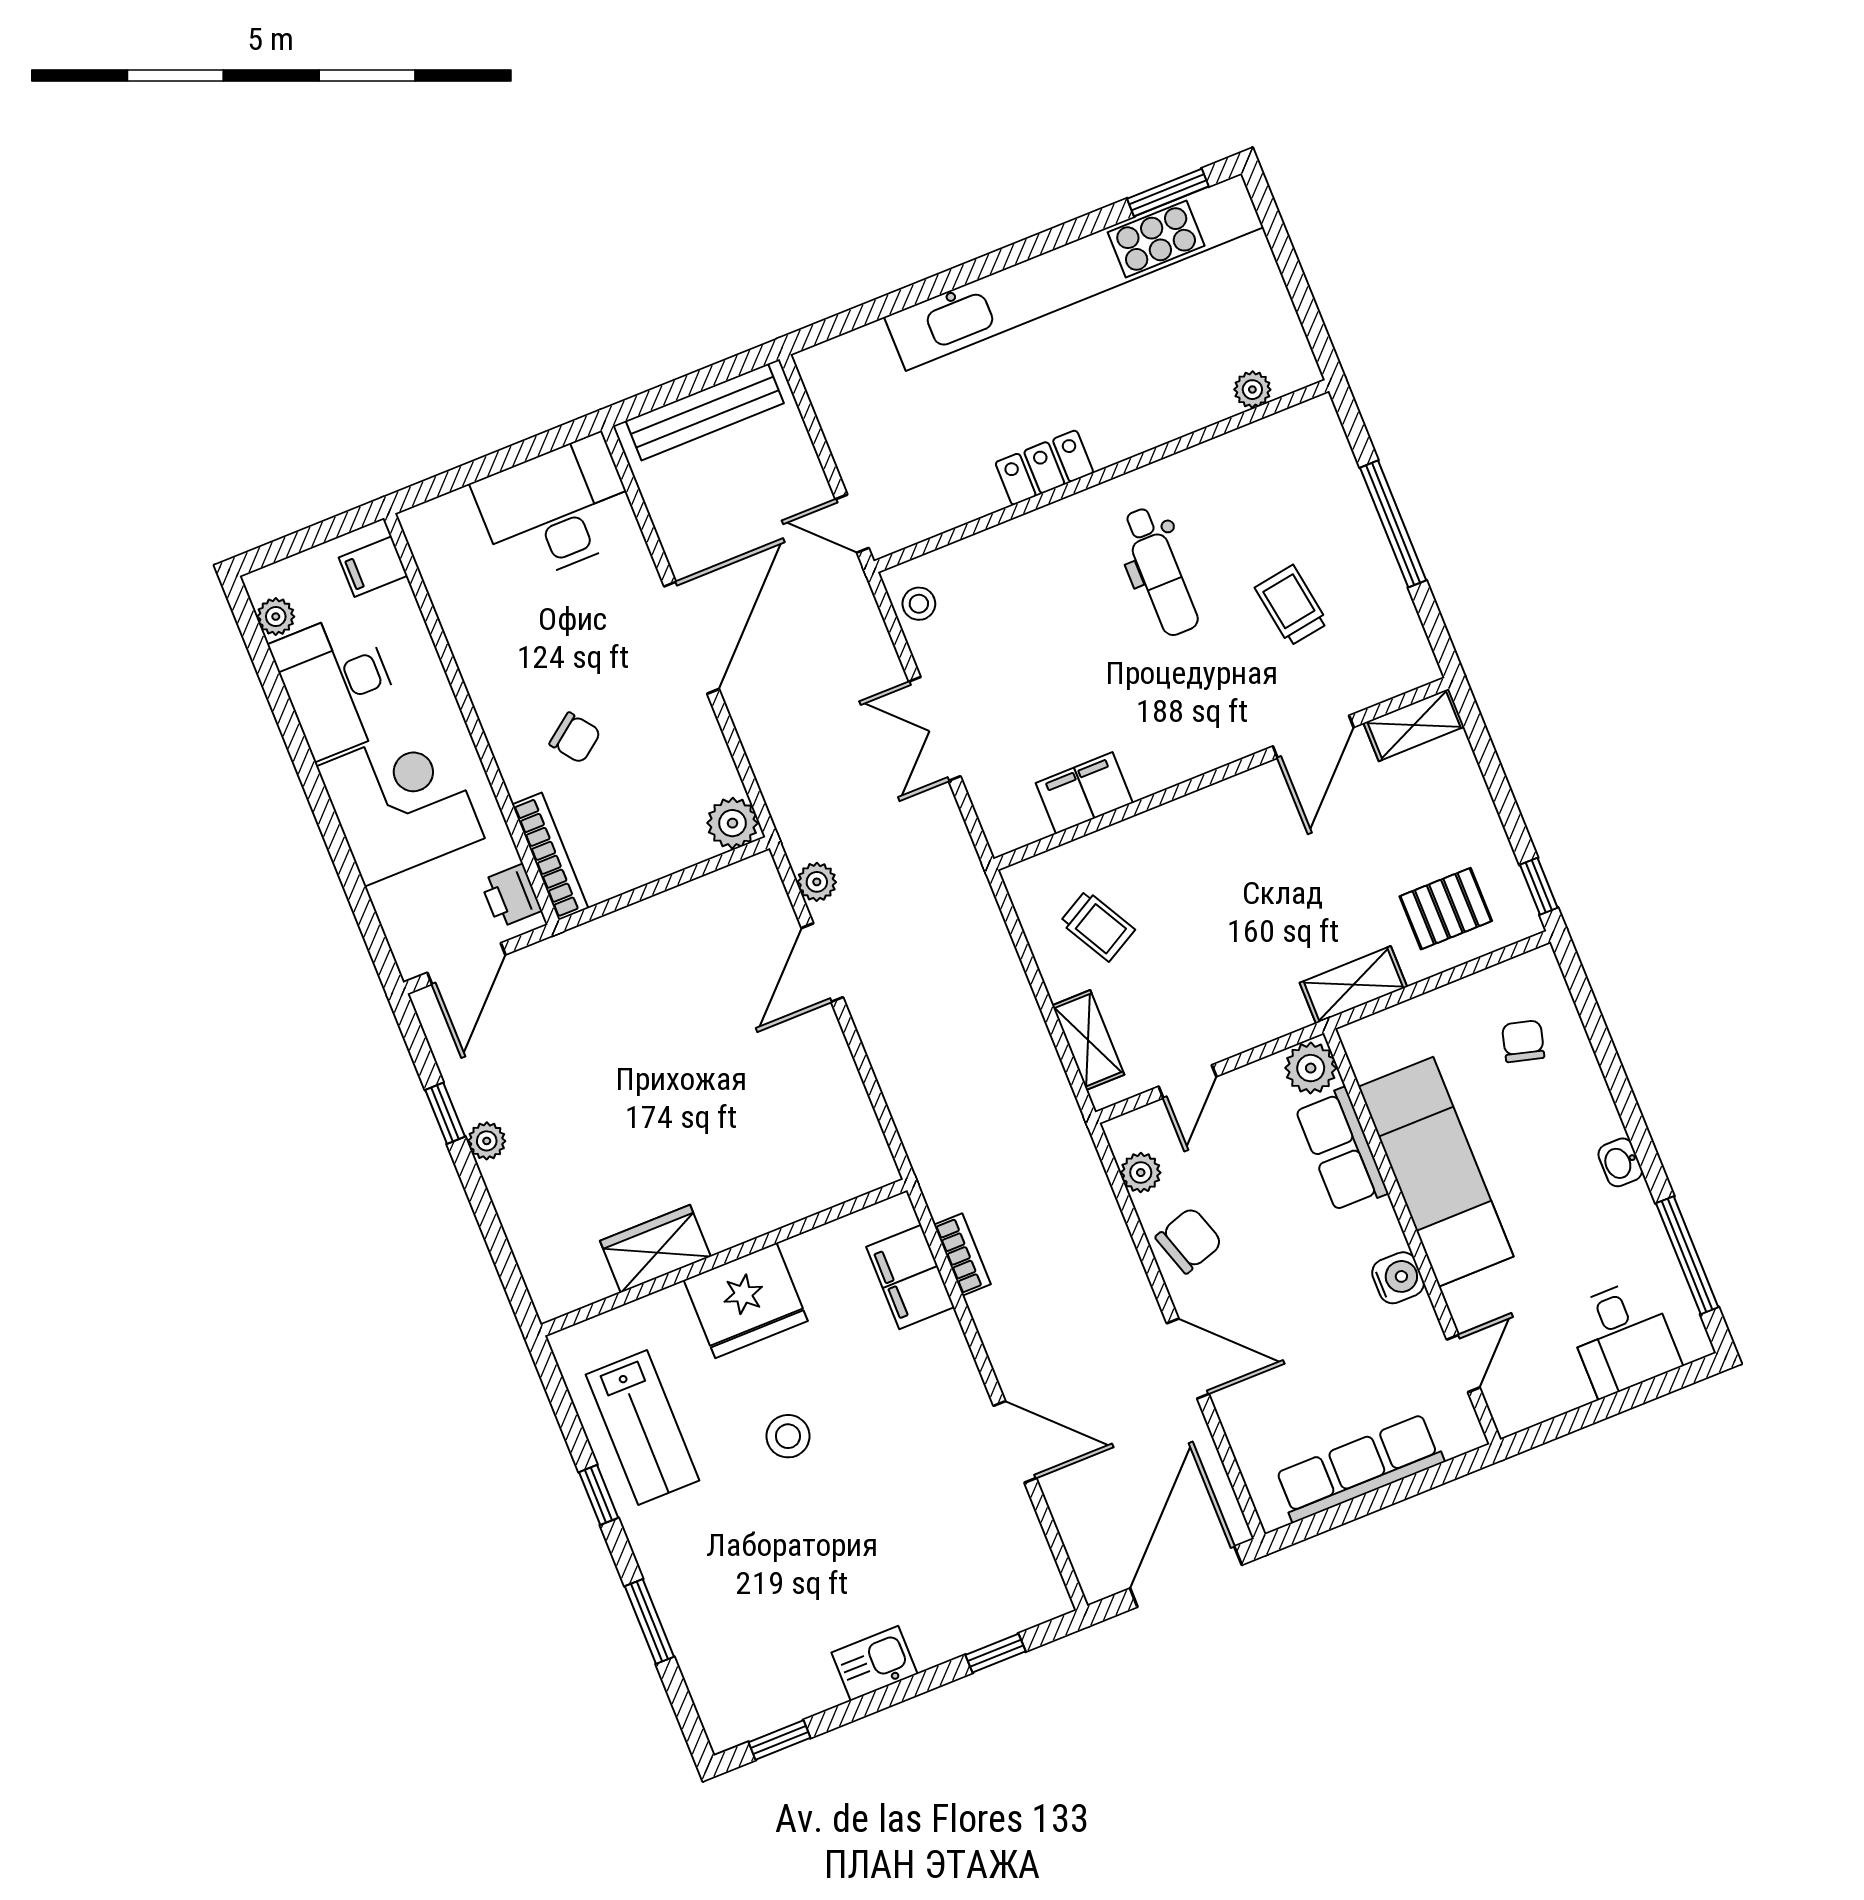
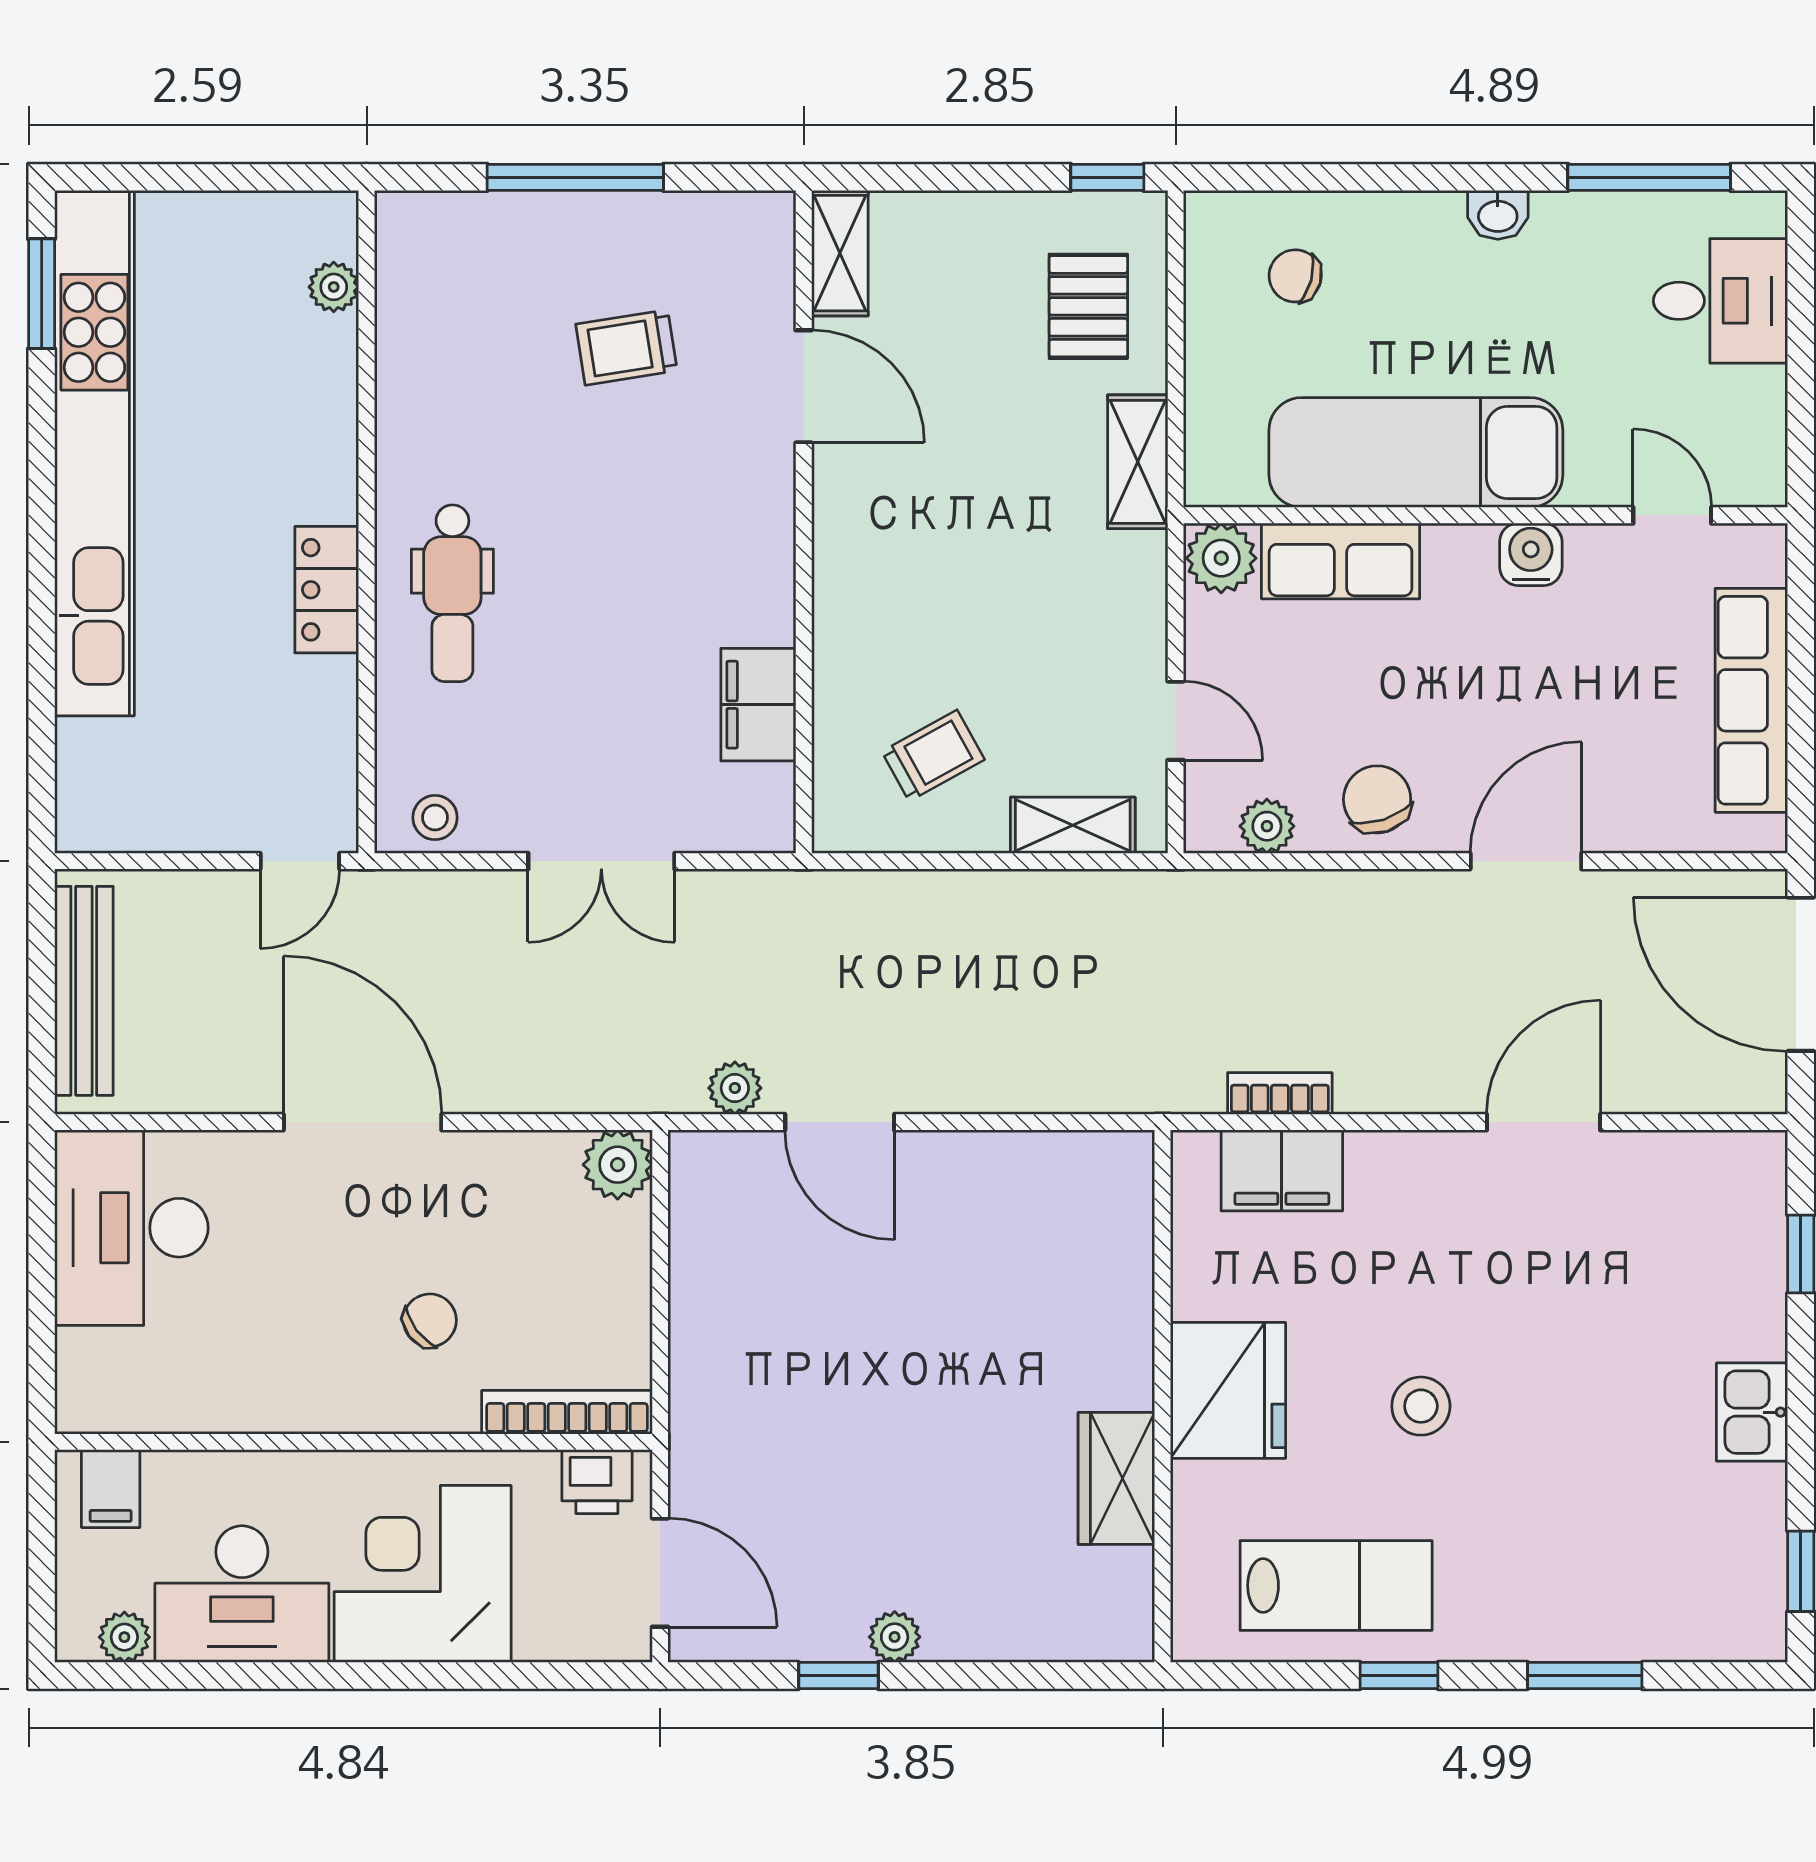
dental chair: (1160, 572) -> (452, 593), moved, turned 90

